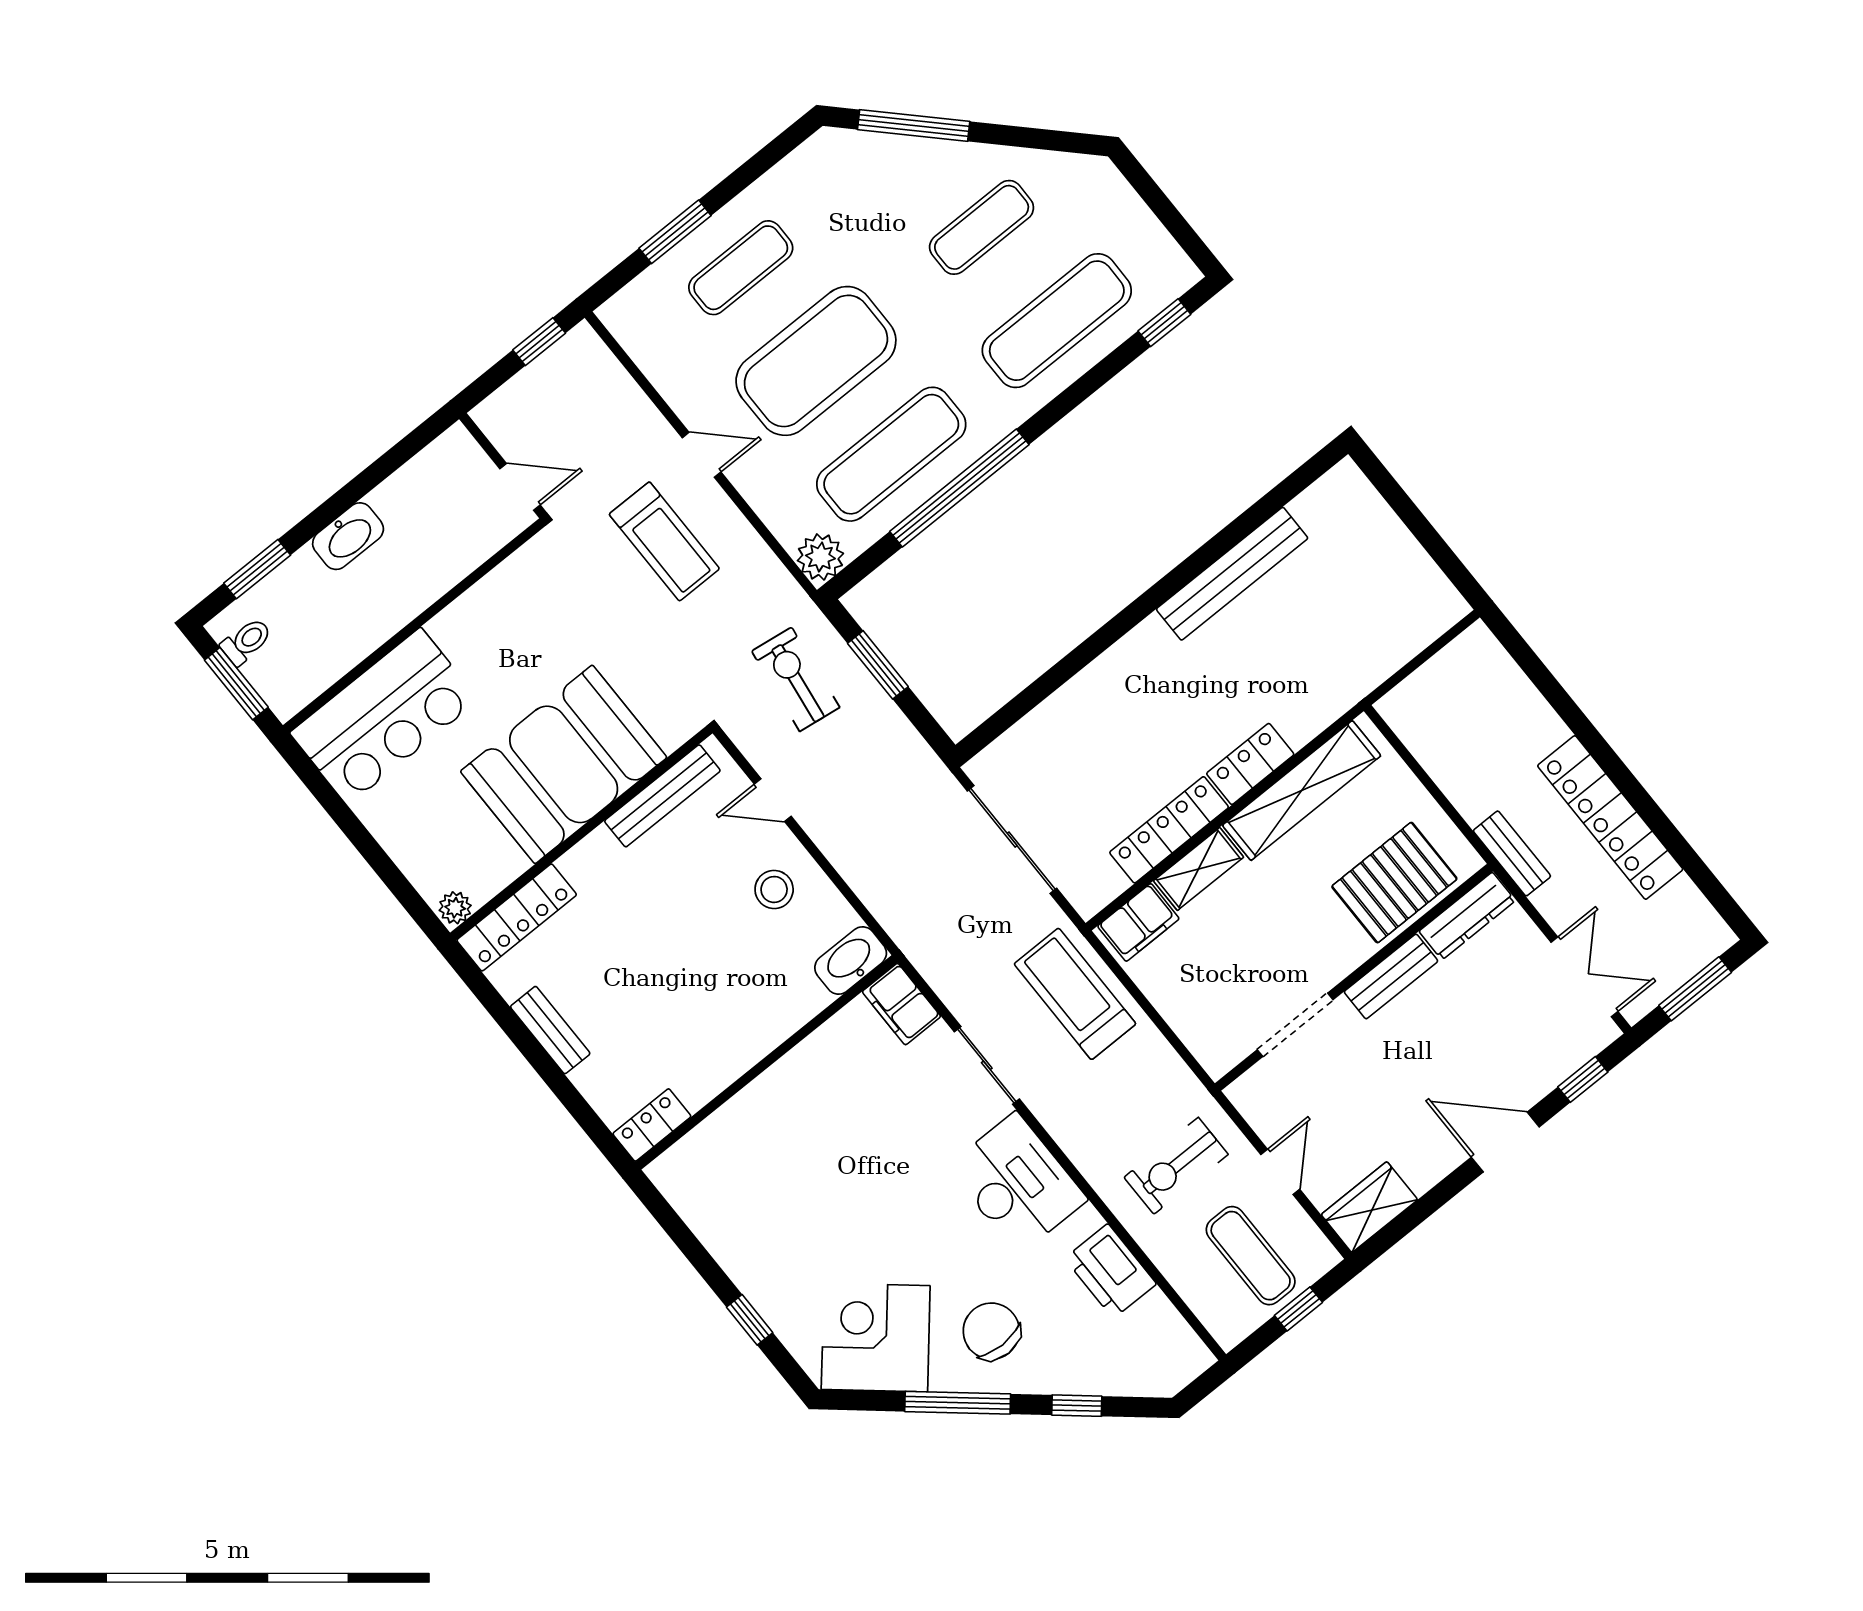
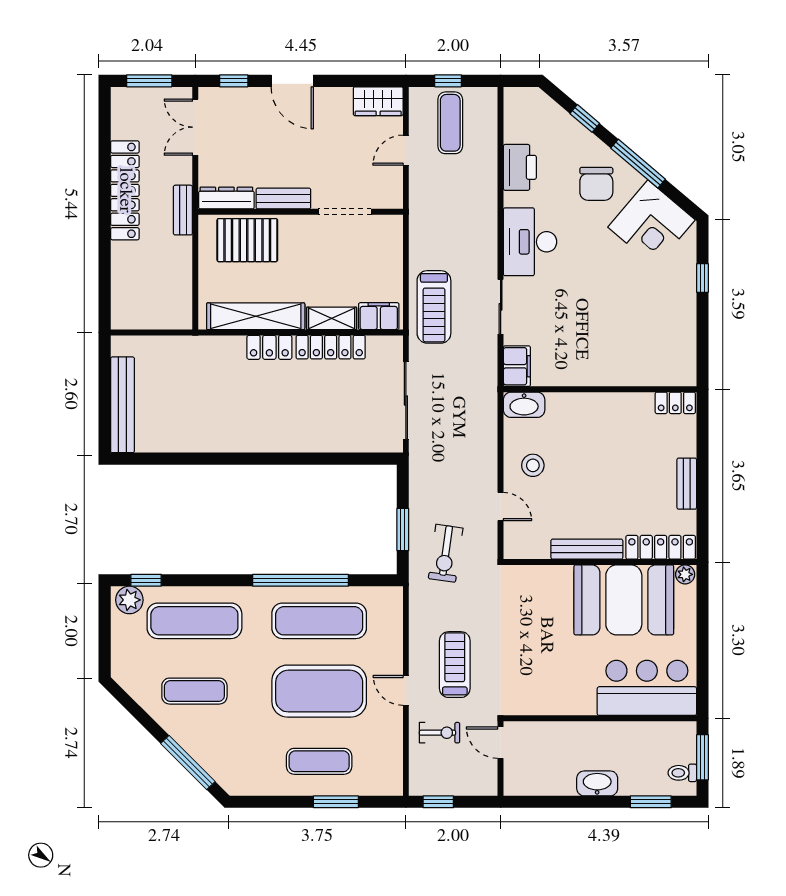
plant: (820, 557) -> (129, 600), moved
bench: (1232, 574) -> (122, 405), moved, turned 90
booth: (564, 764) -> (624, 600), moved
bench: (662, 796) -> (587, 549), moved
exercise bike: (1176, 1166) -> (440, 733), moved, width x0.73, depth x0.72

